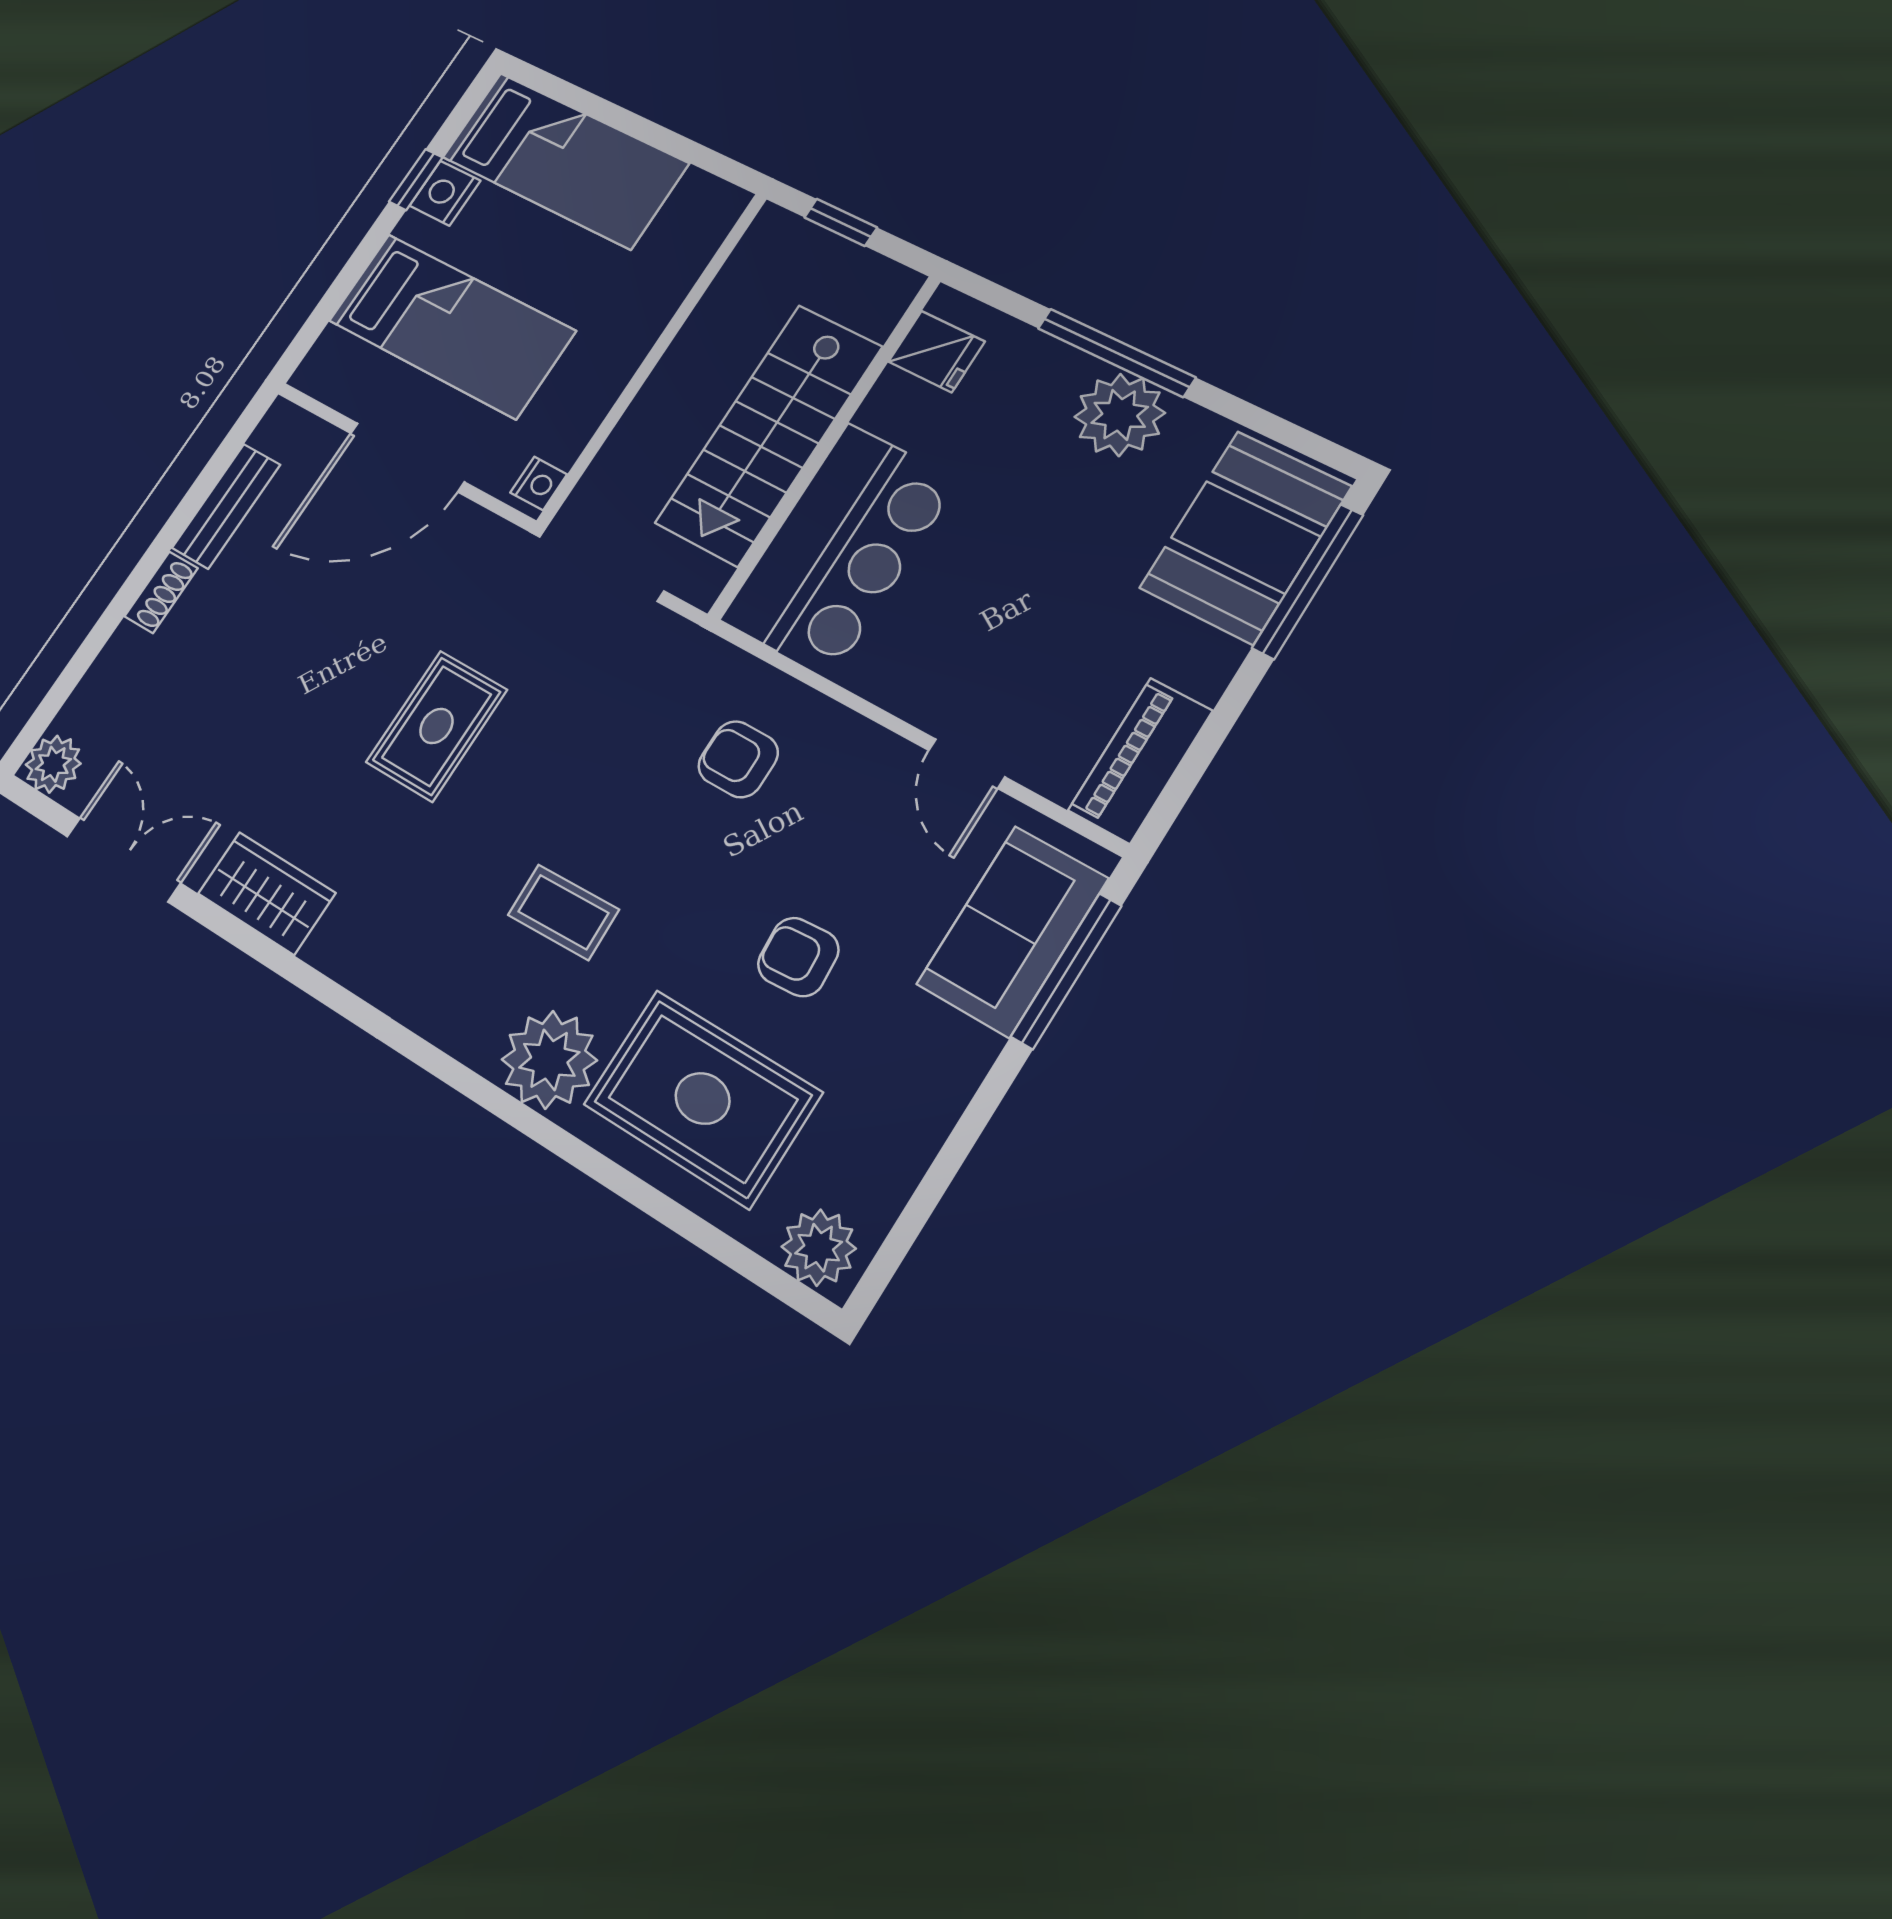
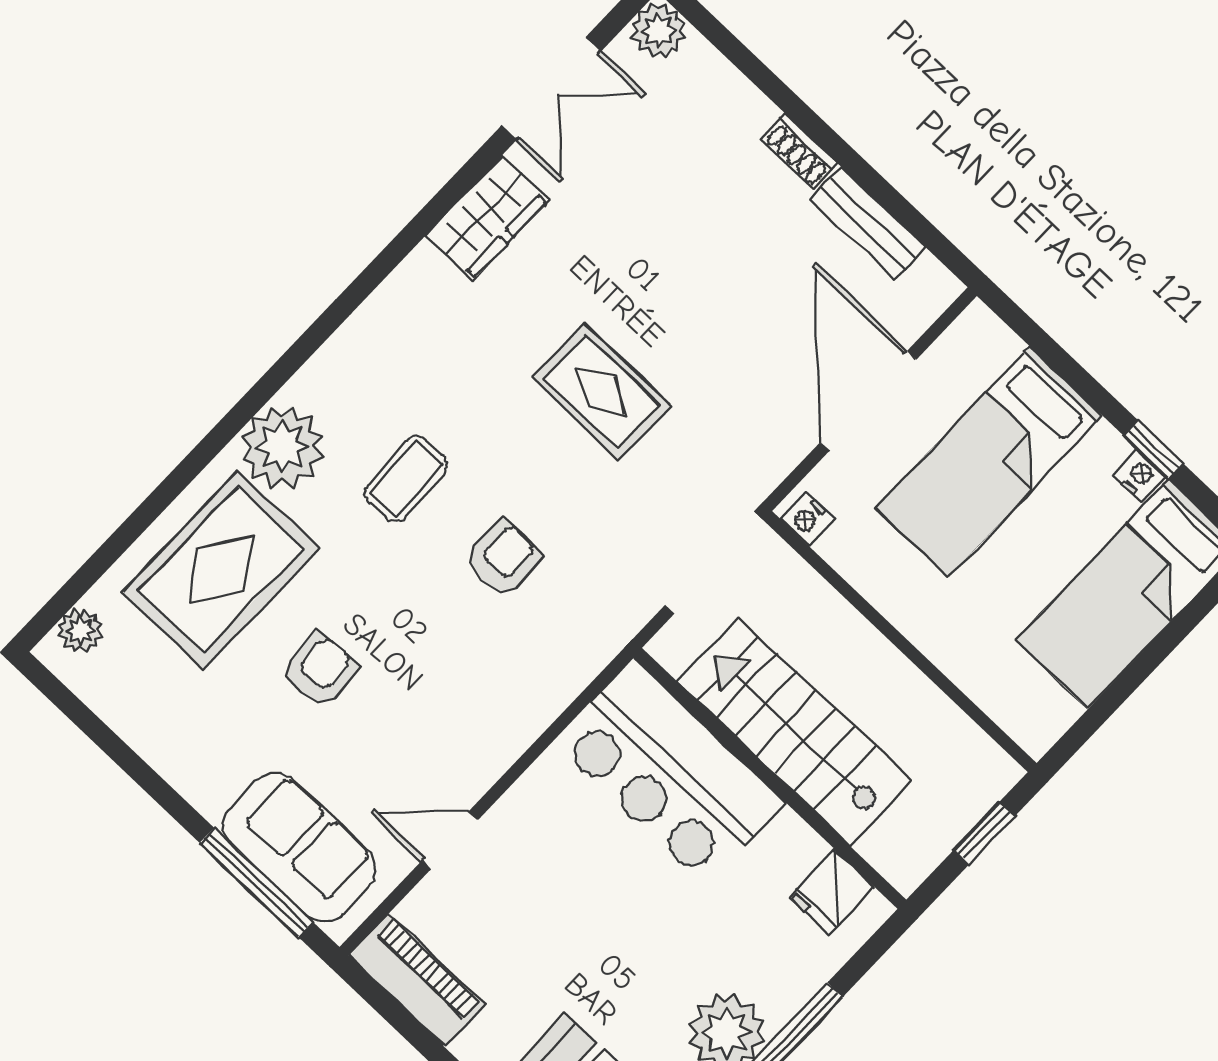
nightstand: (445, 193) -> (1139, 476), width x0.72, depth x0.74
armchair: (738, 759) -> (503, 558), moved
plant: (819, 1248) -> (80, 630), width x0.73, depth x0.73

